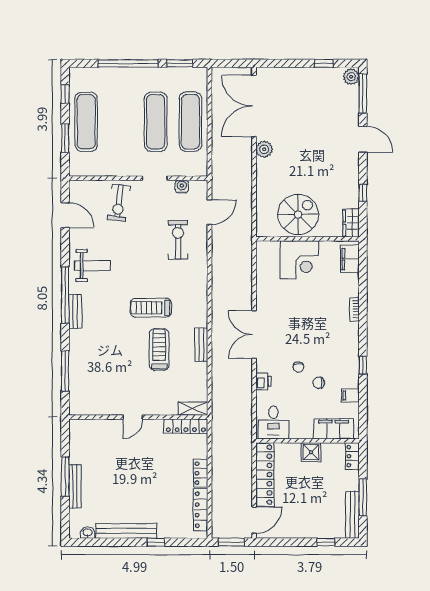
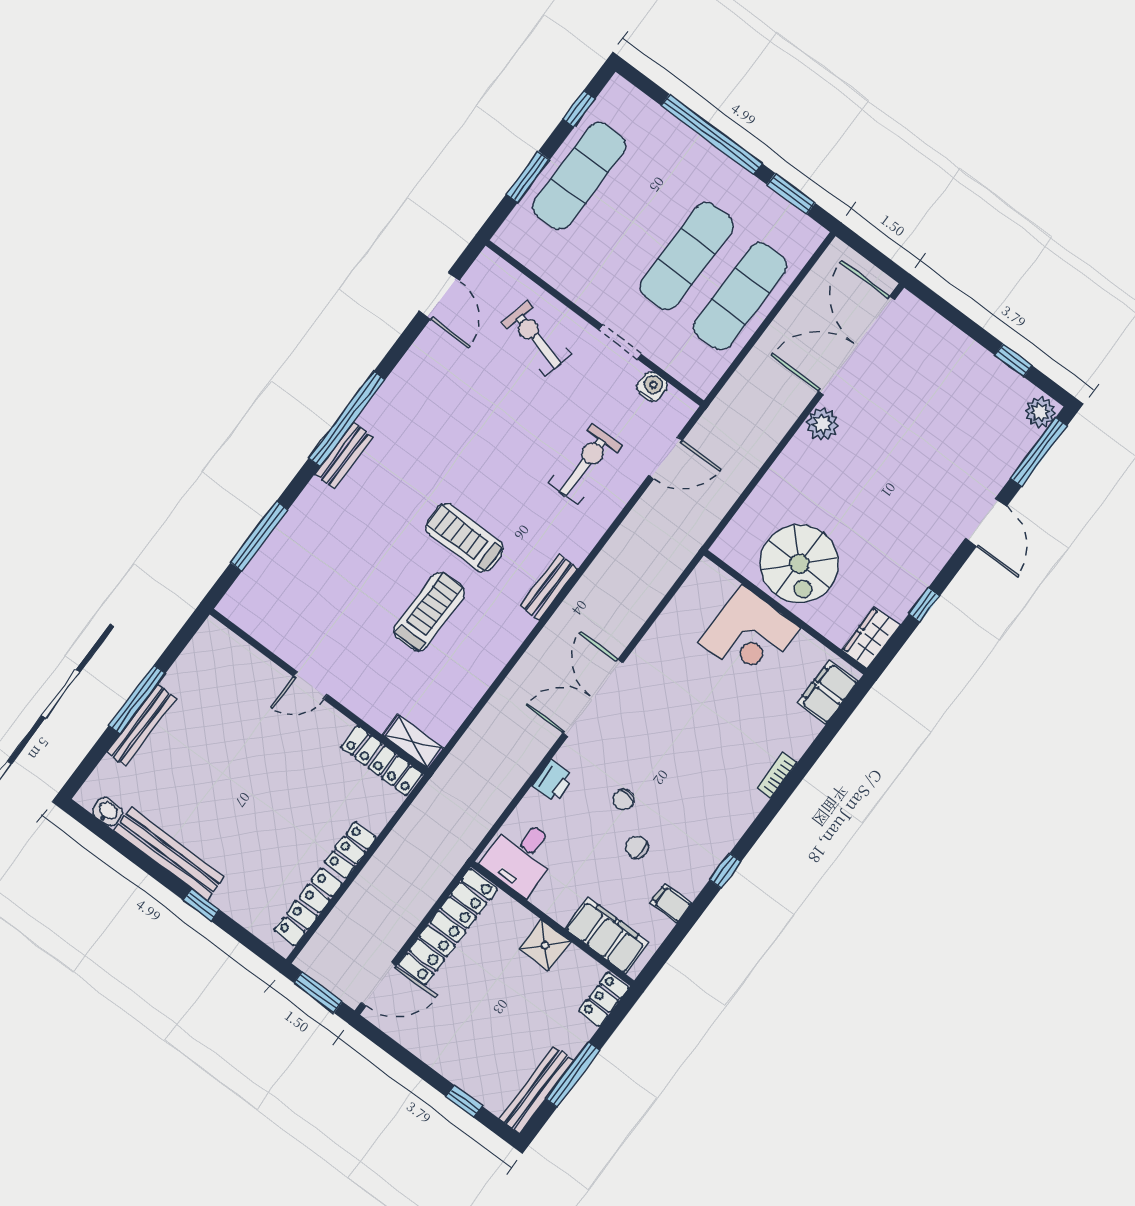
exercise bike: (119, 203) -> (536, 339), turned 96
spiral stairs: (298, 214) -> (799, 564), turned 90
weight bench: (92, 266) -> (423, 405), removed
bench: (201, 345) -> (549, 587), moved

